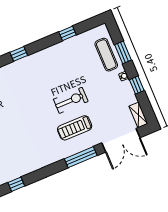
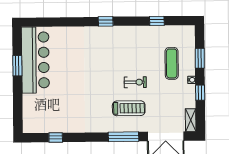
exercise mat: (106, 55) -> (172, 63), moved
exercise bike: (71, 100) -> (135, 82), width x0.73, depth x0.72
treadmill: (75, 128) -> (129, 108), turned 180

